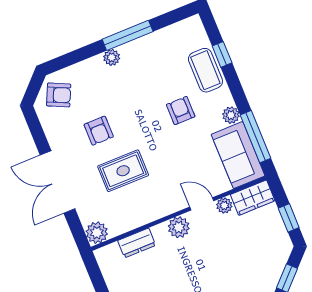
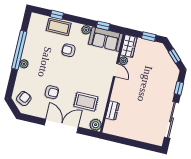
window: (128, 35) -> (19, 50), width x1.46
window: (256, 137) -> (103, 26), width x0.46
rug: (123, 171) -> (86, 102), moved, turned 90
double door: (58, 182) -> (61, 126), swing flipped
door: (202, 204) -> (116, 70), swing flipped
plant: (179, 227) -> (119, 87), removed

